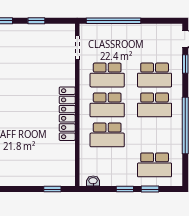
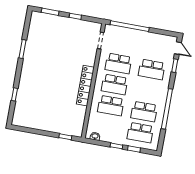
school desk: (155, 105) -> (144, 112), moved

